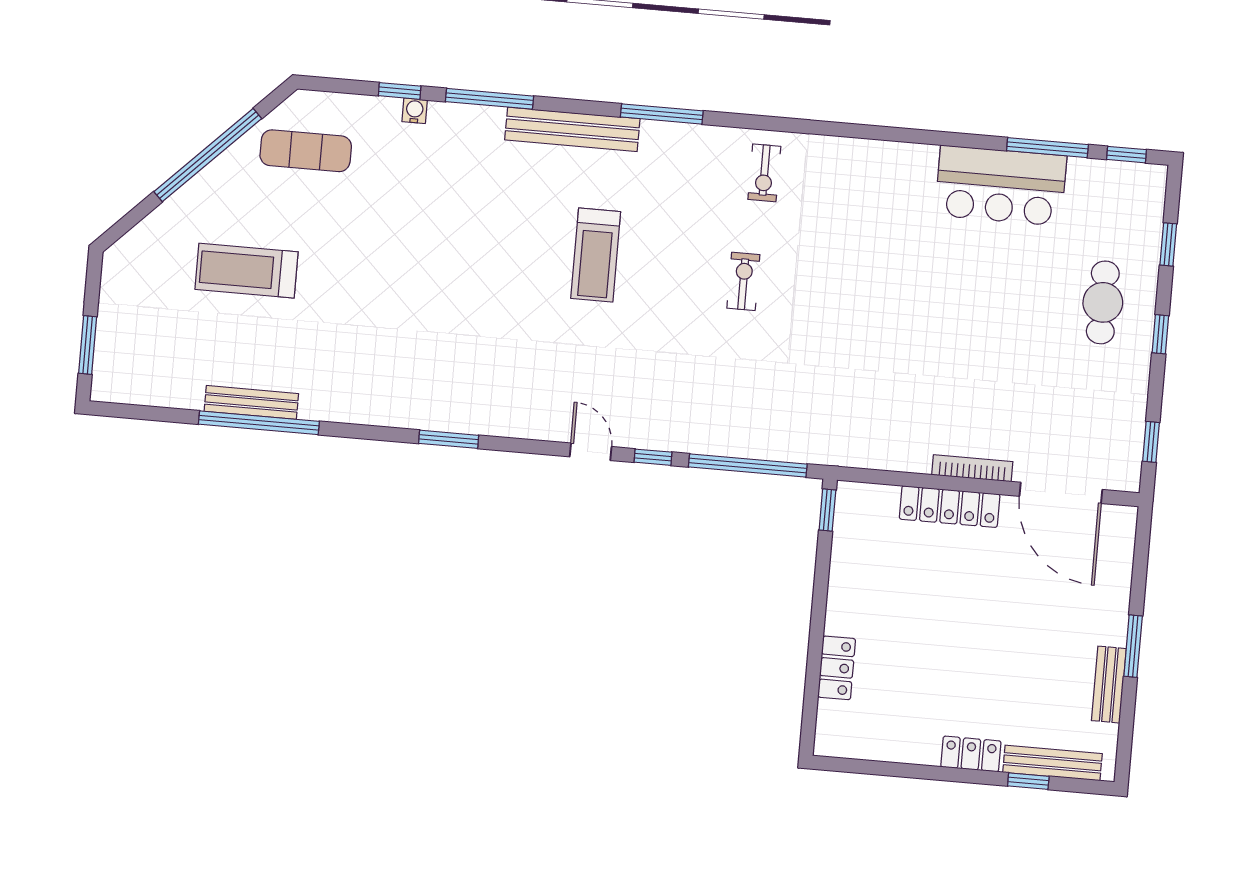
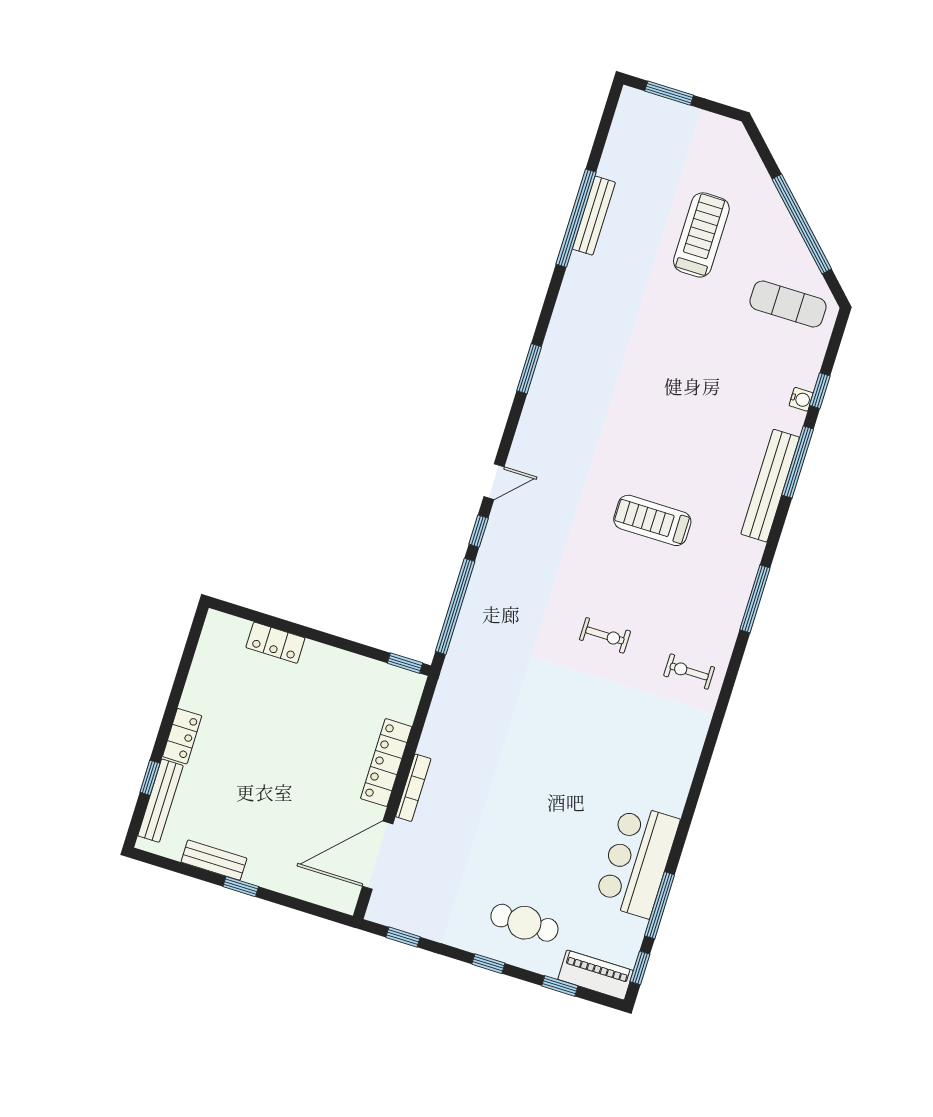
bench: (572, 129) -> (770, 486), moved
exercise mat: (306, 151) -> (788, 304), turned 90
piano: (1146, 205) -> (596, 975), added
window: (1133, 646) -> (241, 887), width x0.67

